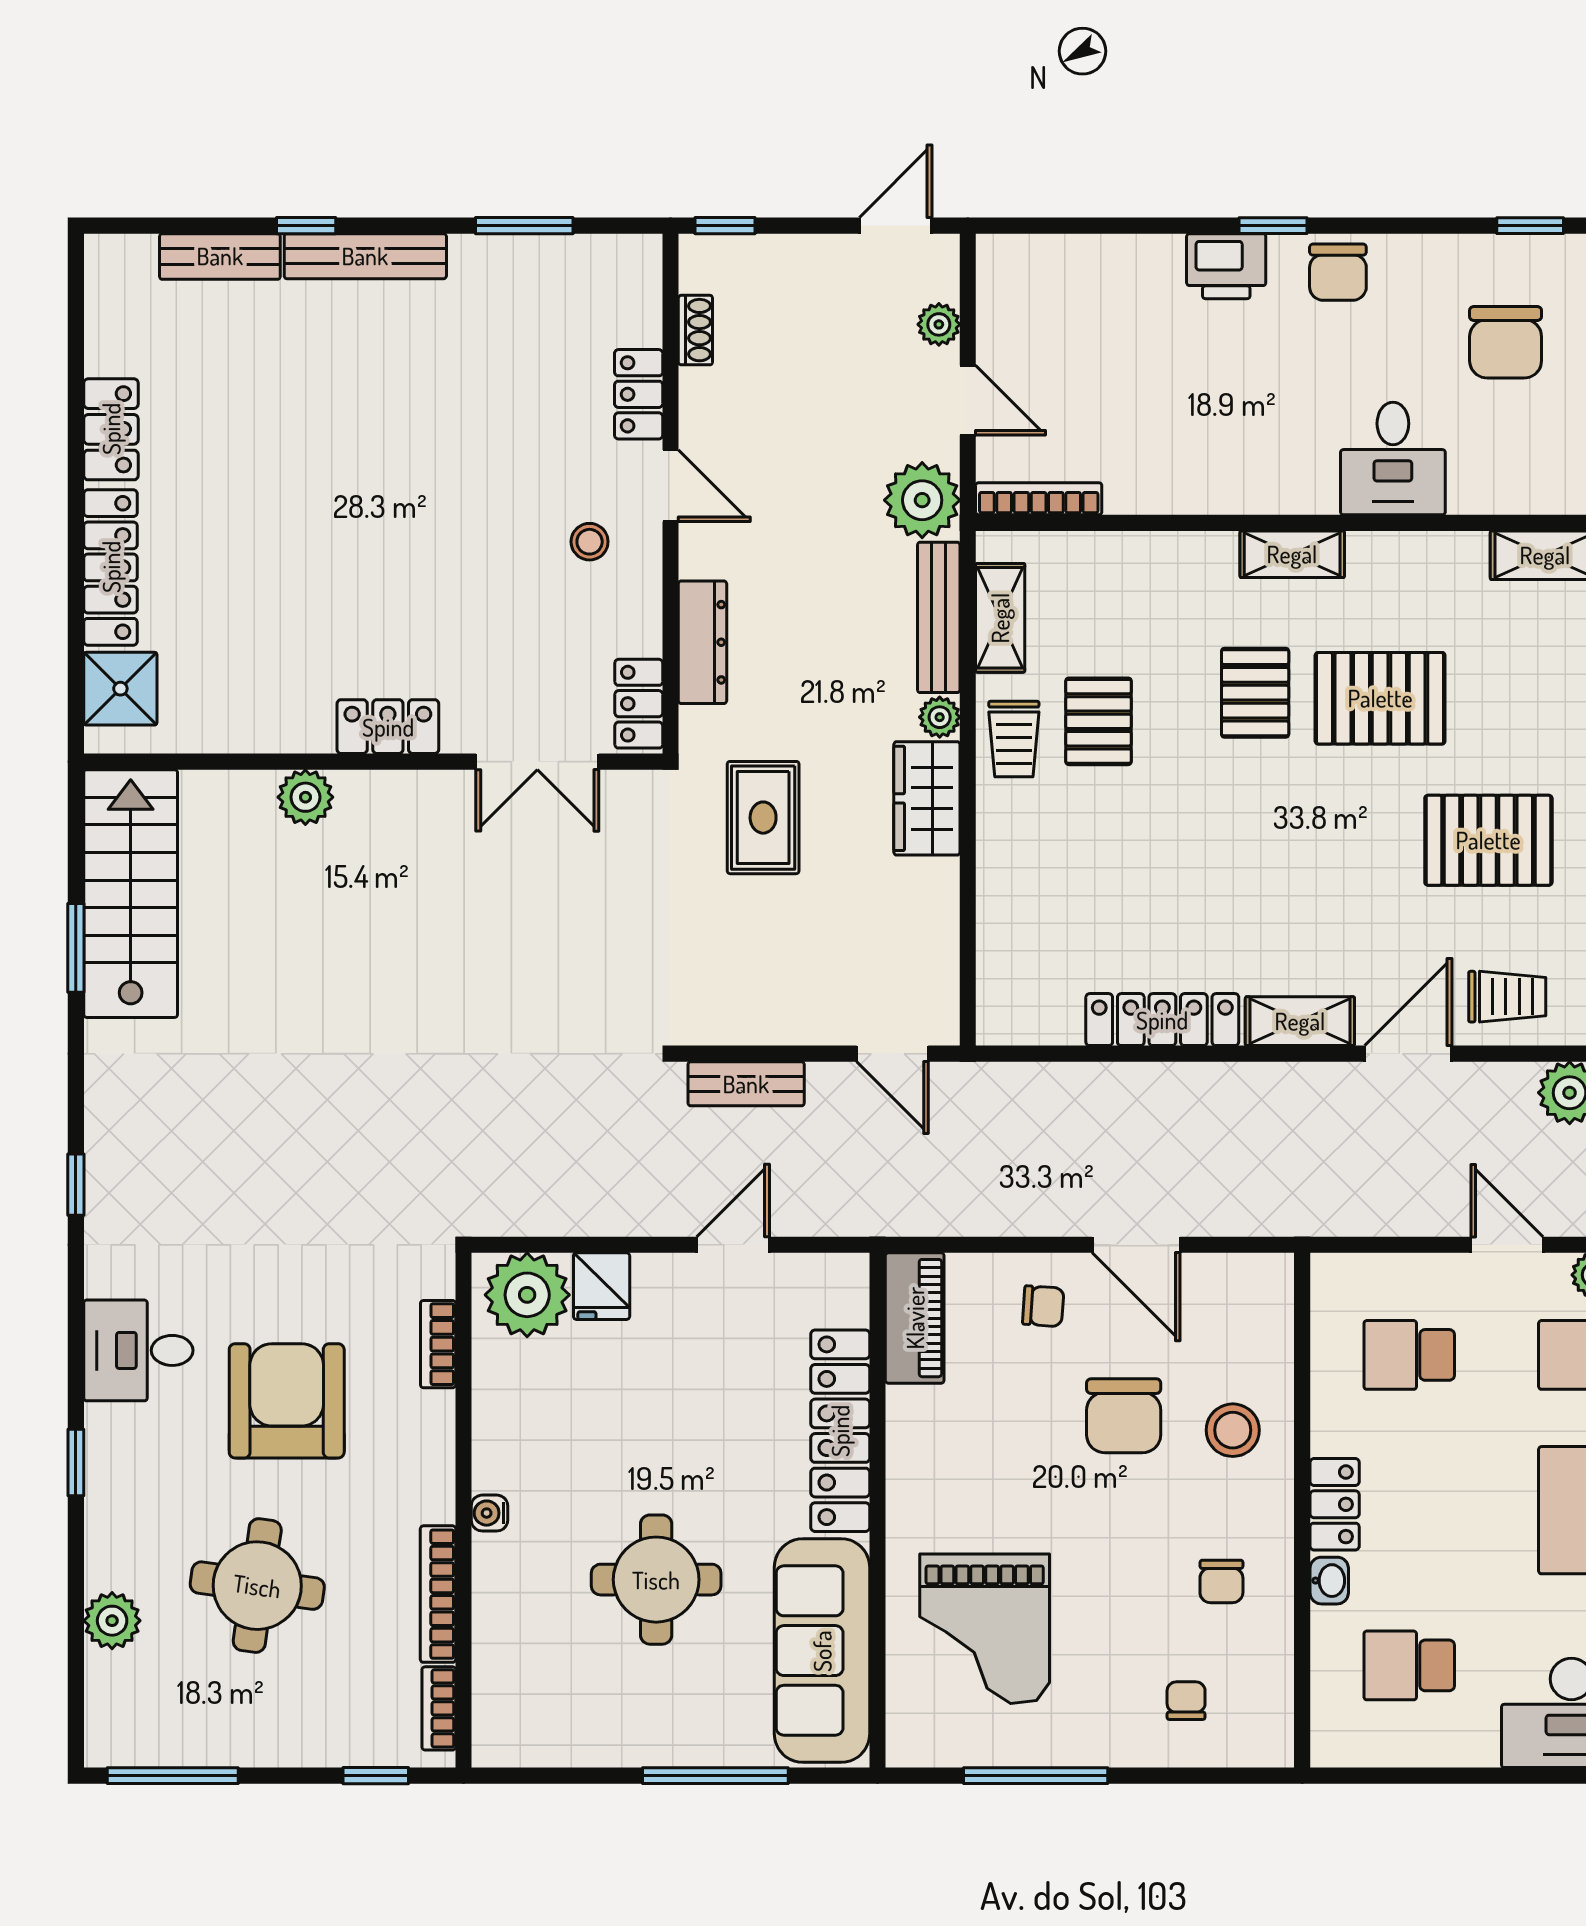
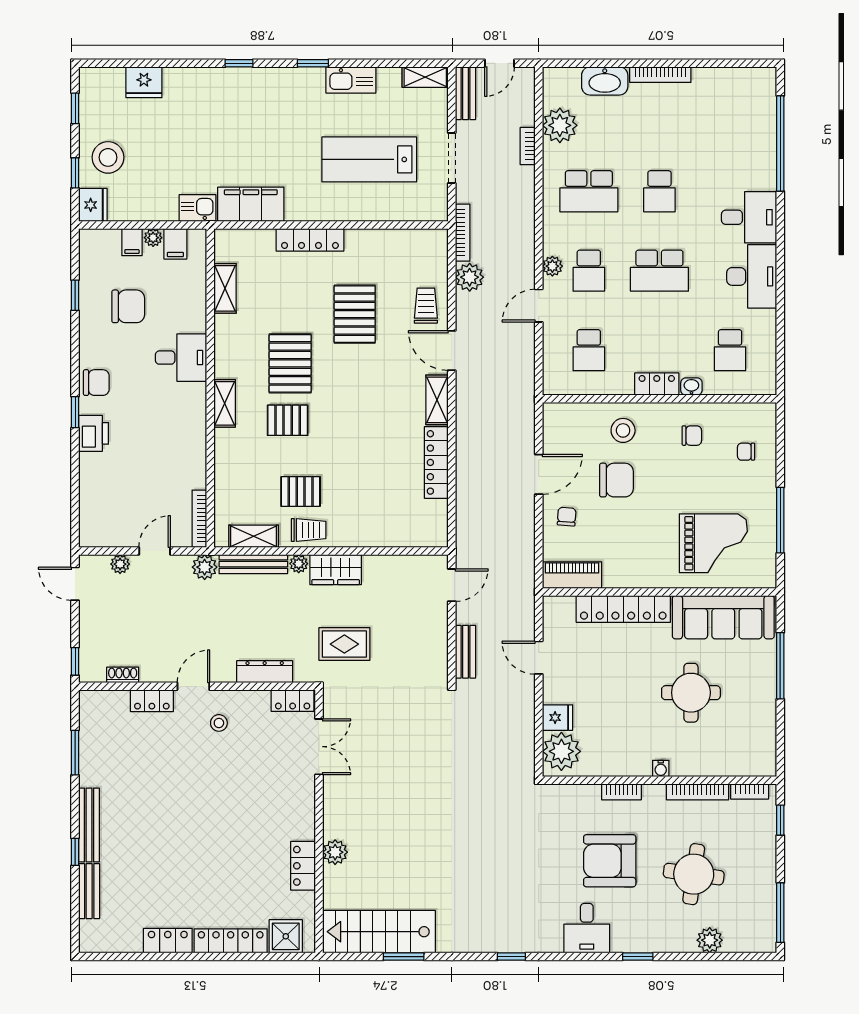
plant: (922, 500) -> (205, 567), width x0.73, depth x0.73
locker: (388, 727) -> (303, 866), moved
bookcase: (438, 1344) -> (621, 792), moved

